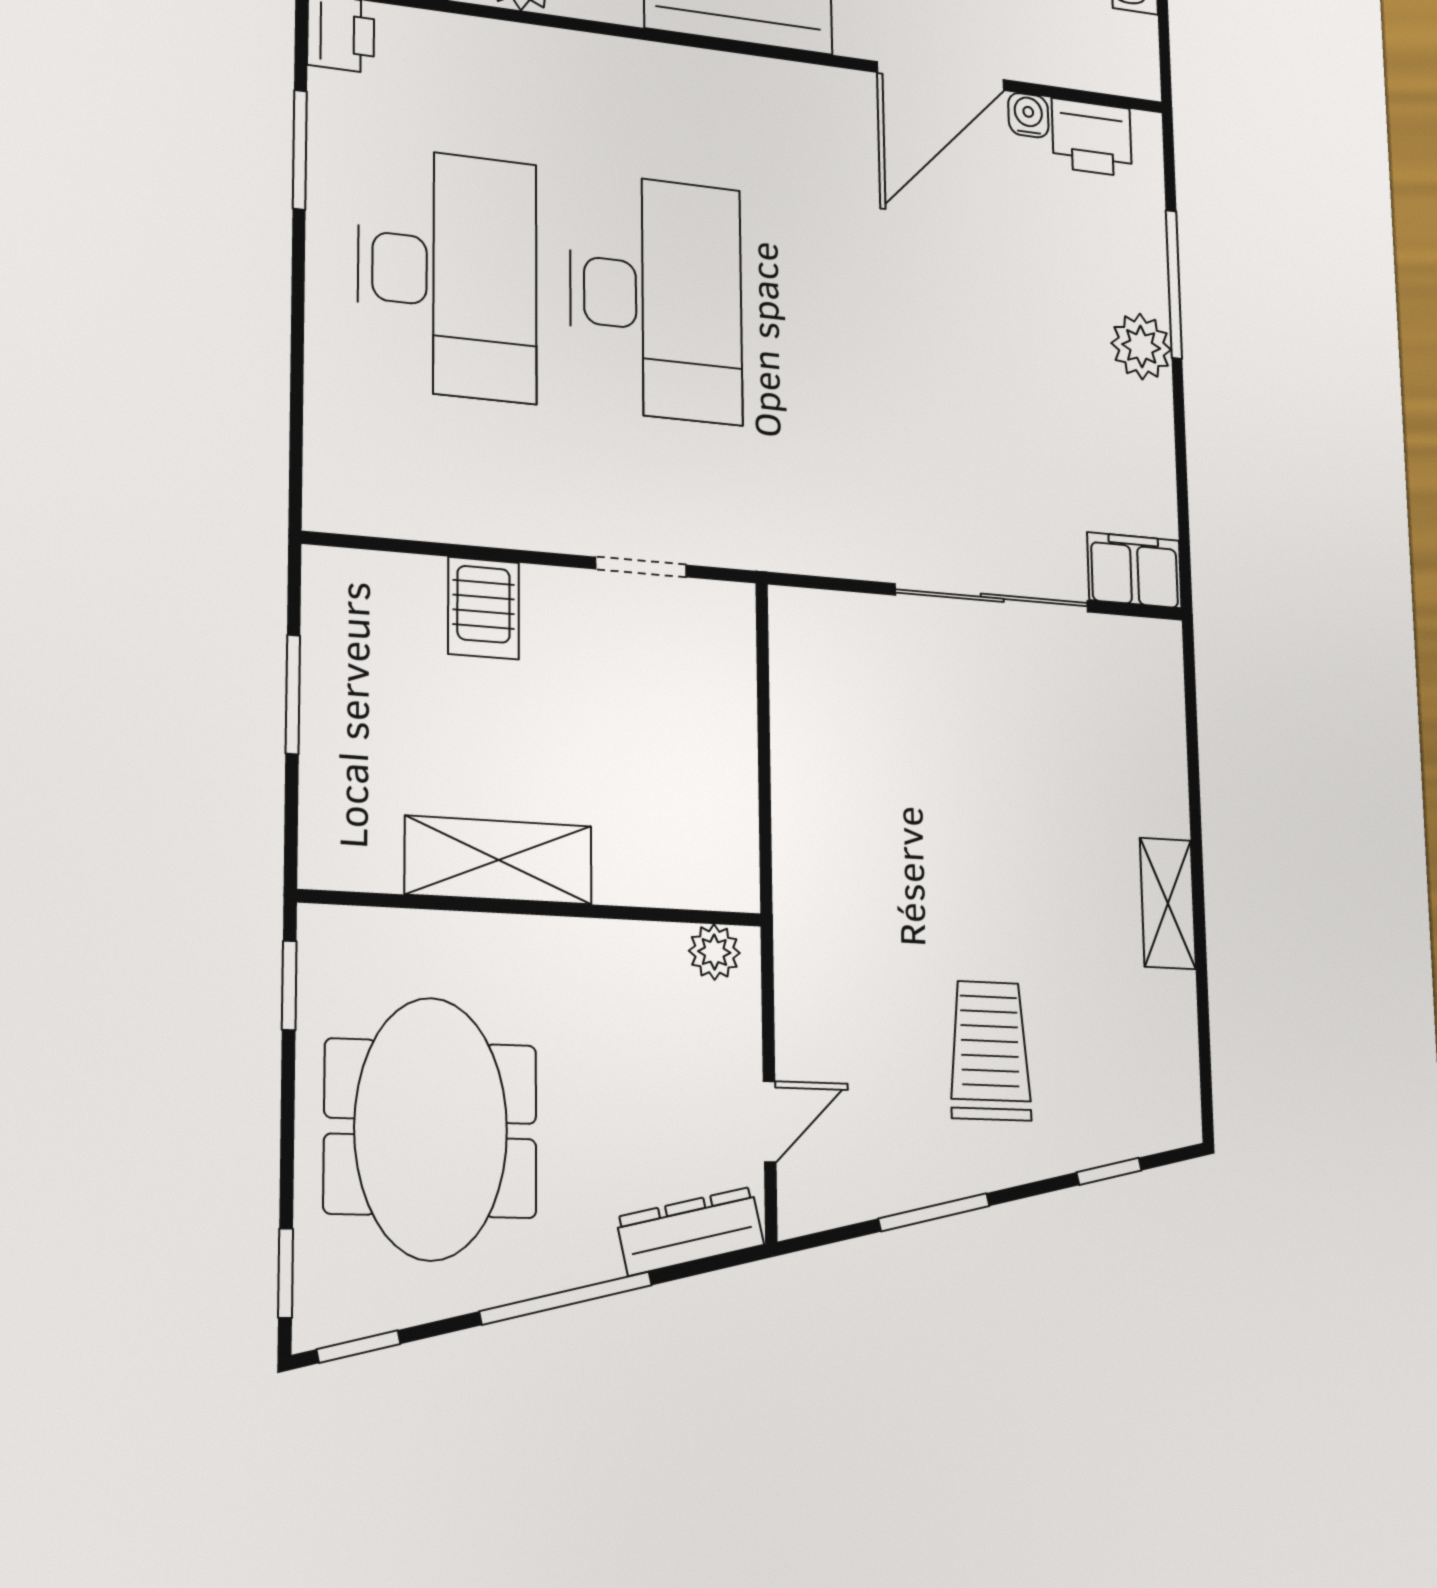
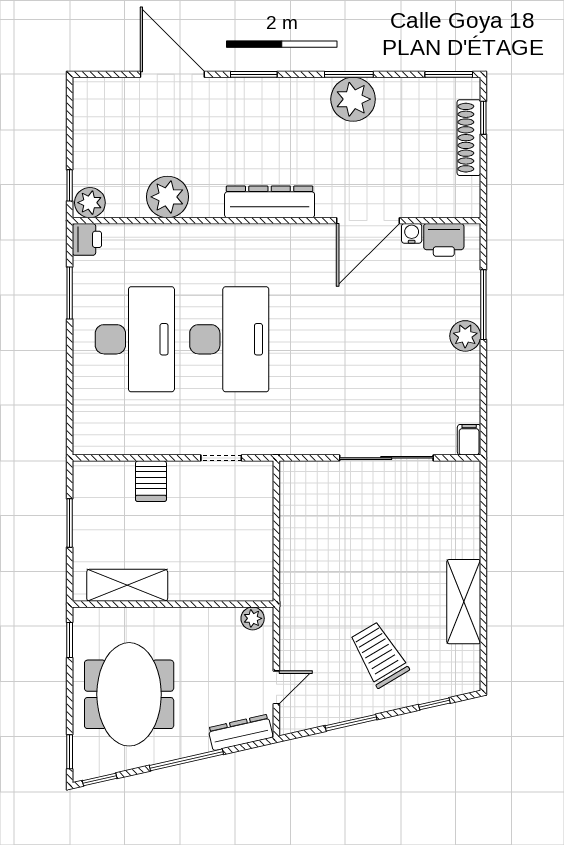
filing cabinet: (1134, 570) -> (469, 440), width x0.50
shelving: (499, 860) -> (127, 585), moved
shelving: (1168, 903) -> (464, 602), width x1.50, depth x1.33
trolley: (990, 1051) -> (379, 655), turned -31

